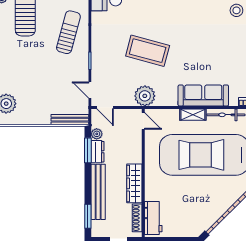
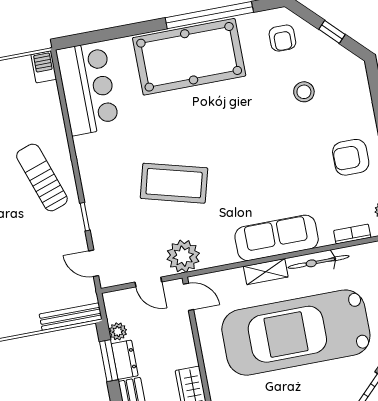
sun lounger: (68, 32) -> (42, 177), turned -34
door: (105, 107) -> (148, 282), moved

